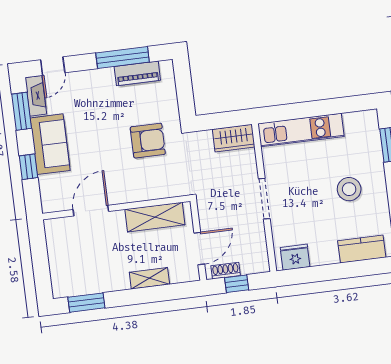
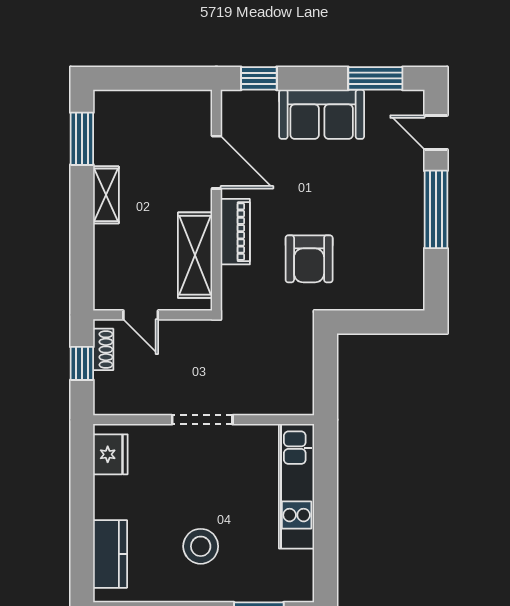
window: (123, 58) -> (436, 209), moved
piano: (137, 73) -> (235, 232), moved, turned 180
fireplace: (36, 96) -> (396, 102), removed
wardrobe: (234, 138) -> (297, 386), removed
window: (29, 167) -> (259, 78), moved
door: (199, 249) -> (141, 315), width x0.73
shelving: (149, 278) -> (106, 195), moved

